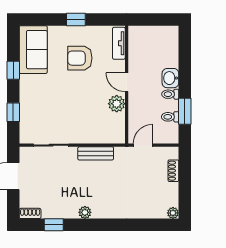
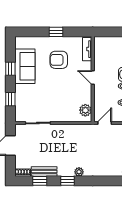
sofa: (33, 50) -> (25, 66), moved
plant: (117, 104) -> (85, 110), moved
bench: (96, 153) -> (44, 171), moved
plant: (85, 212) -> (79, 172), moved
window: (92, 225) -> (67, 181), added

